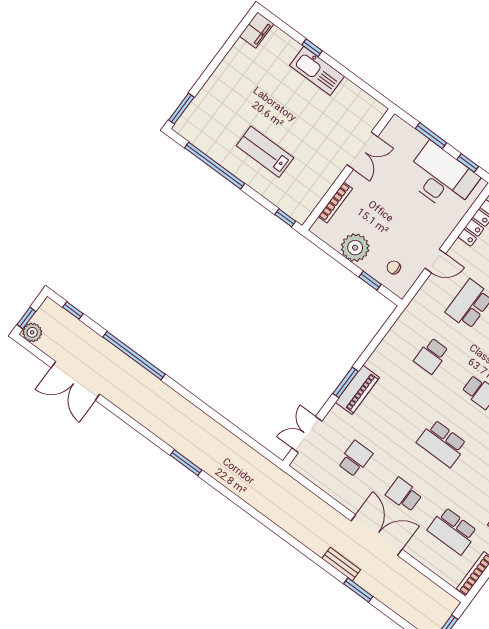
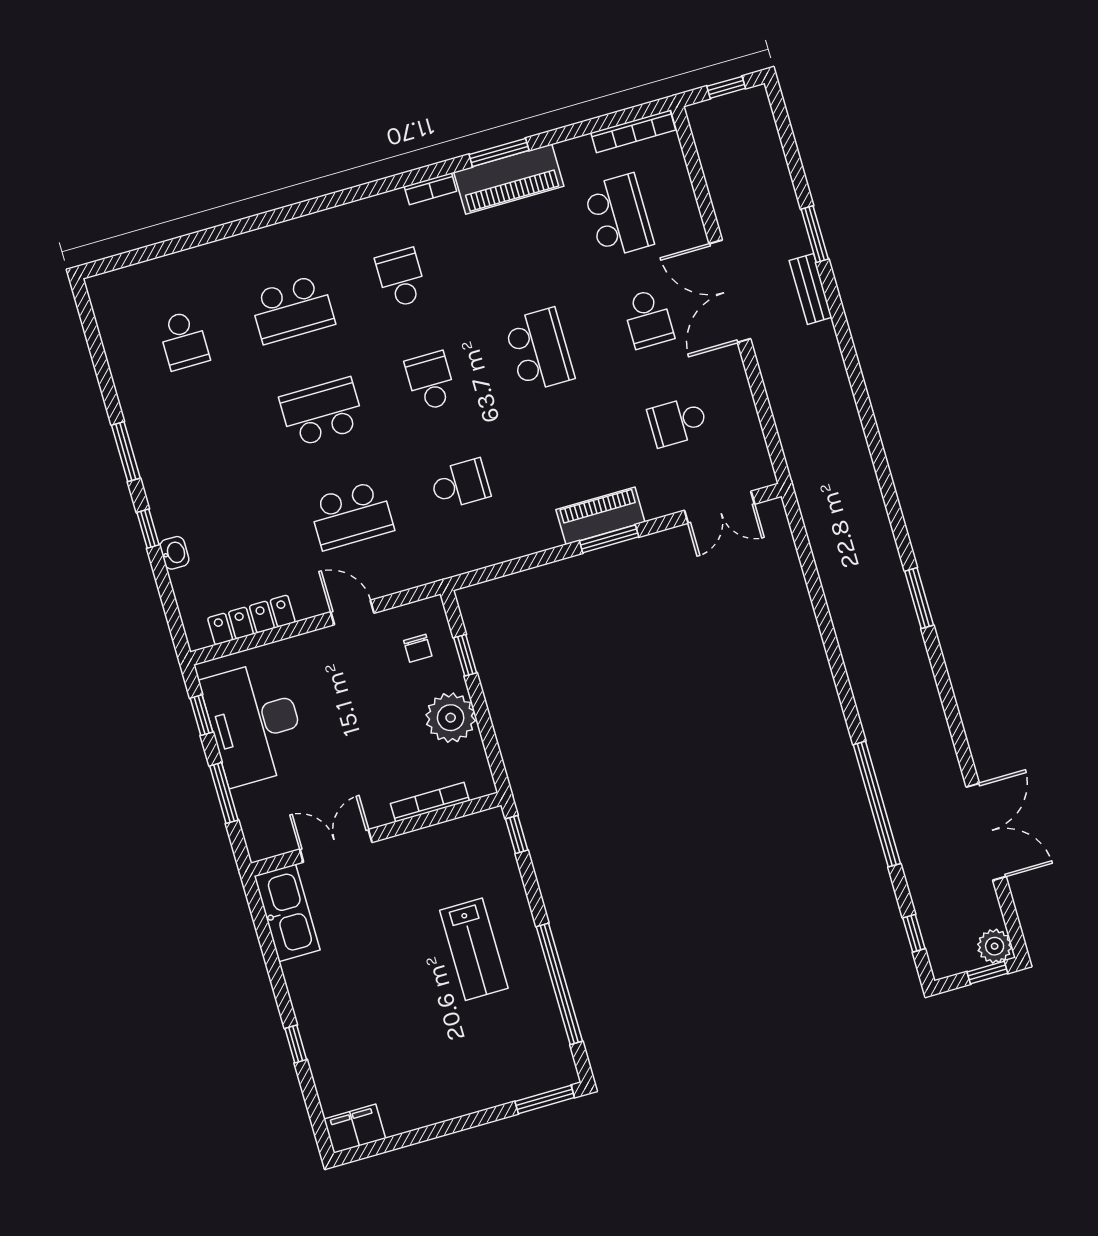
kitchen sink: (317, 71) -> (287, 913), moved

